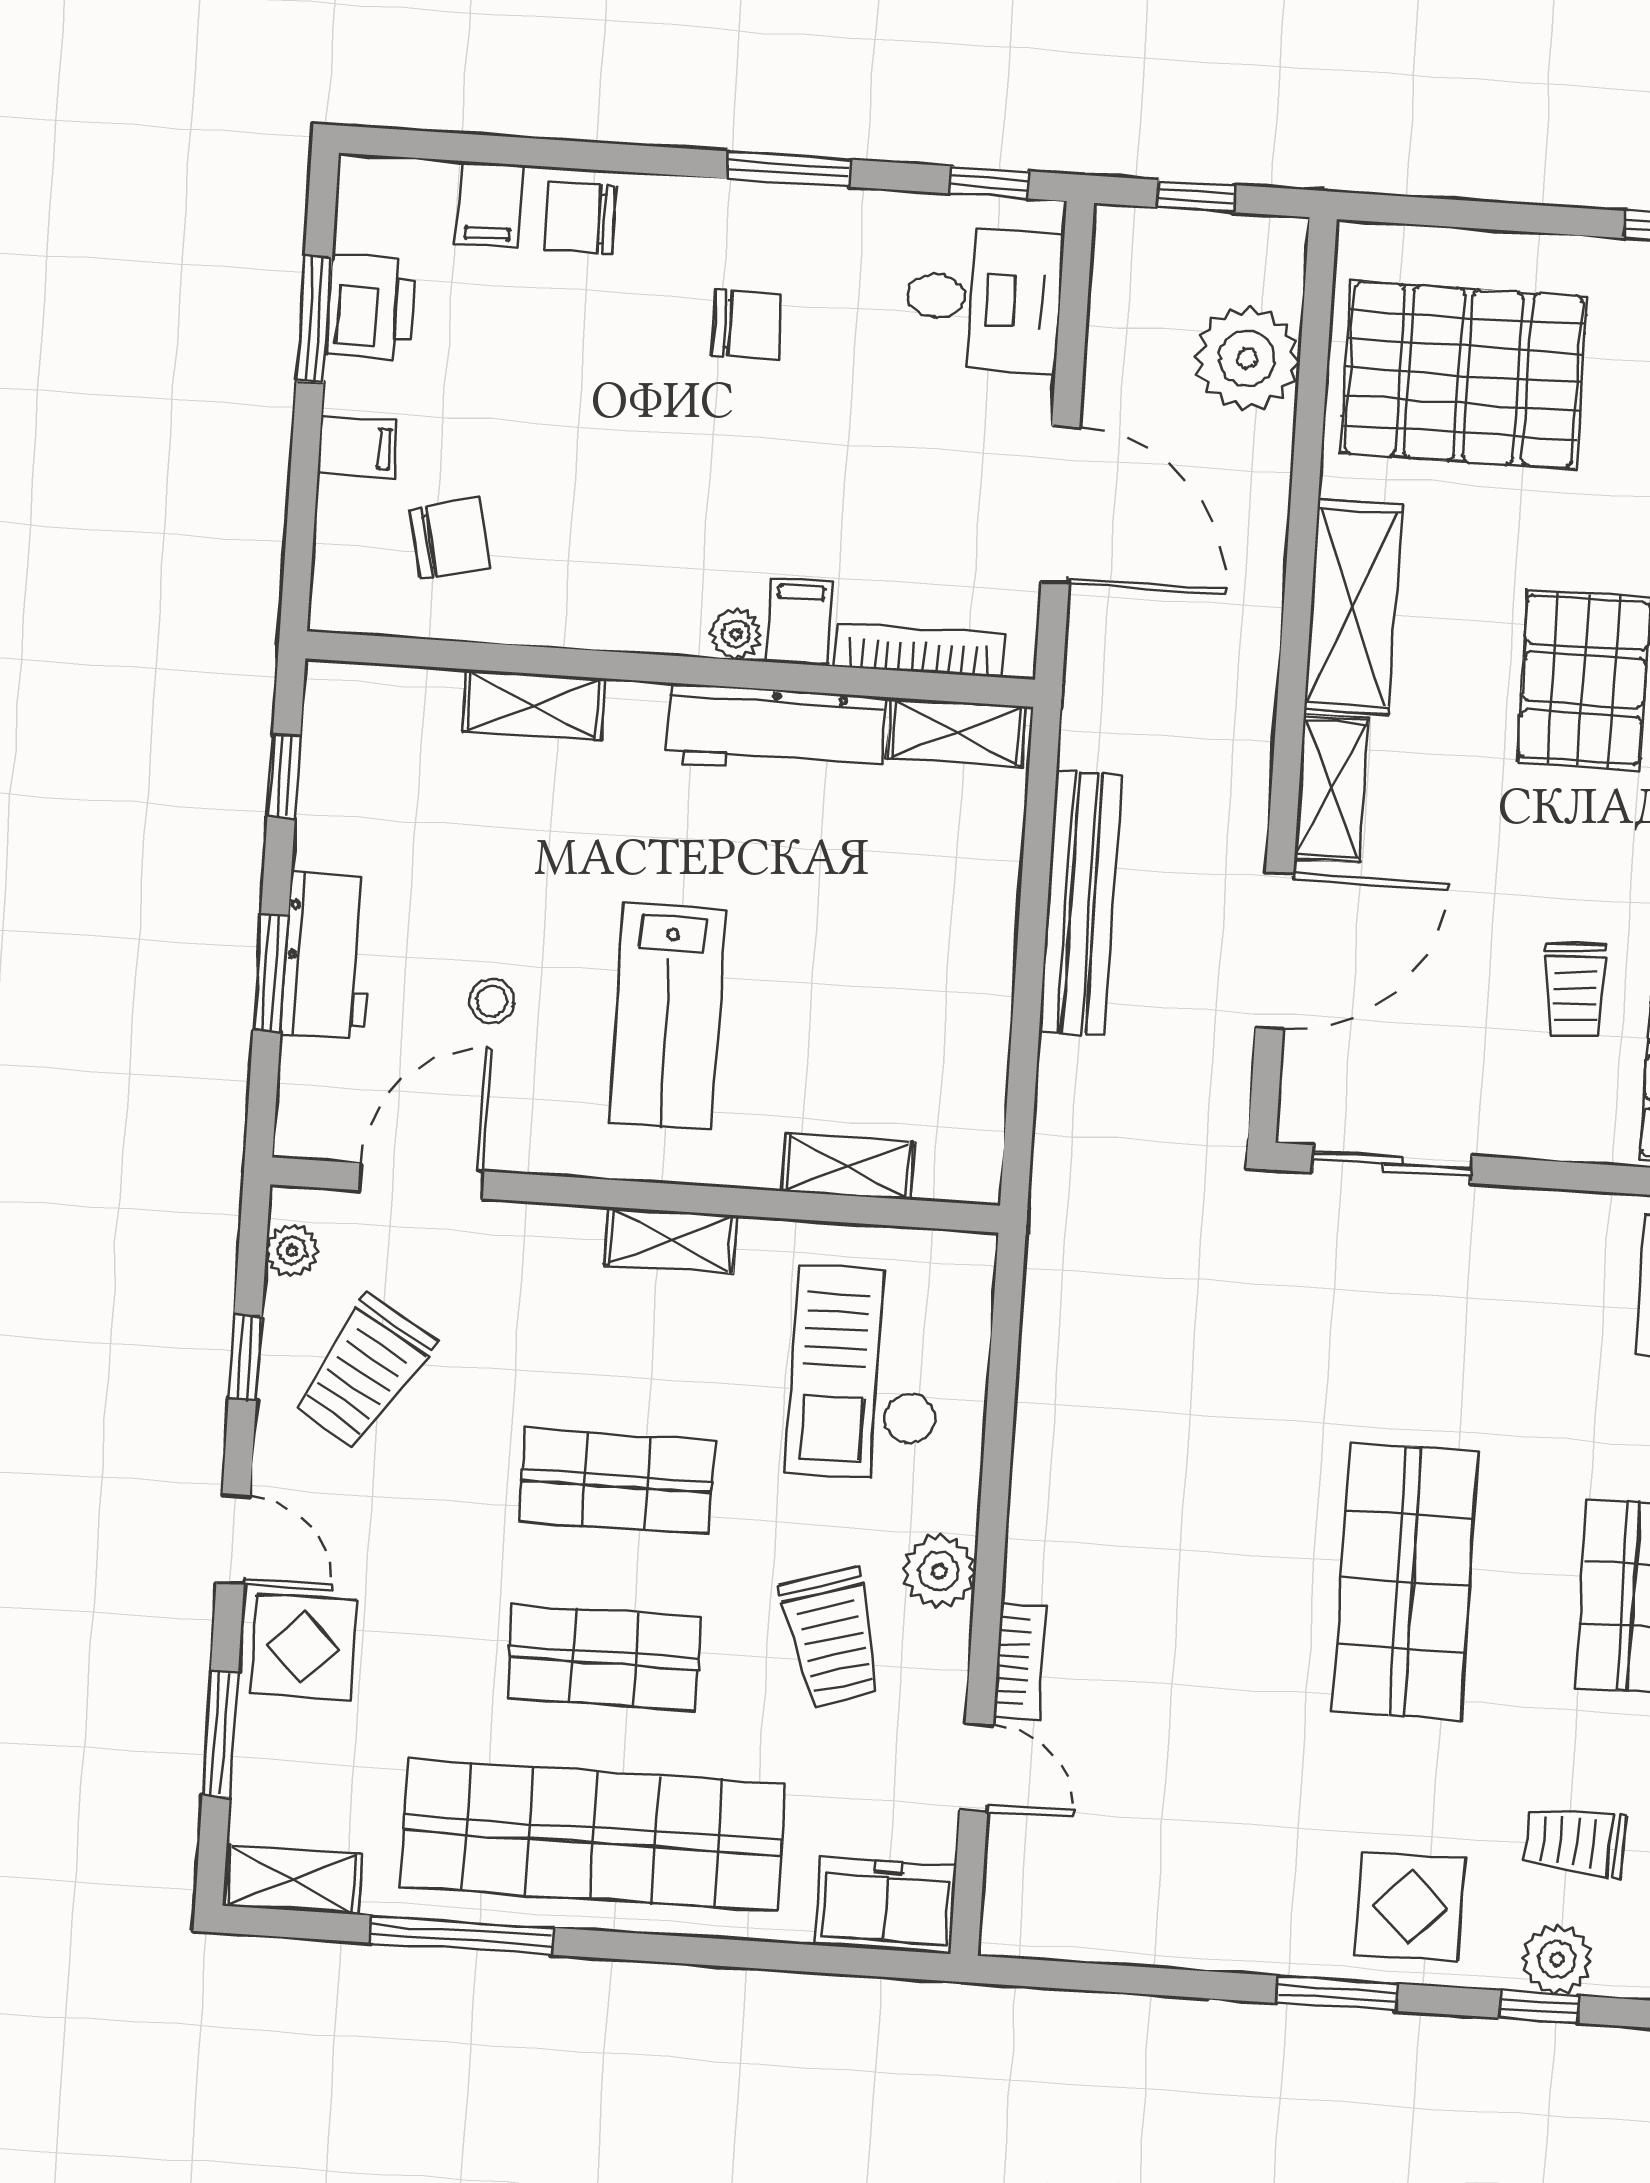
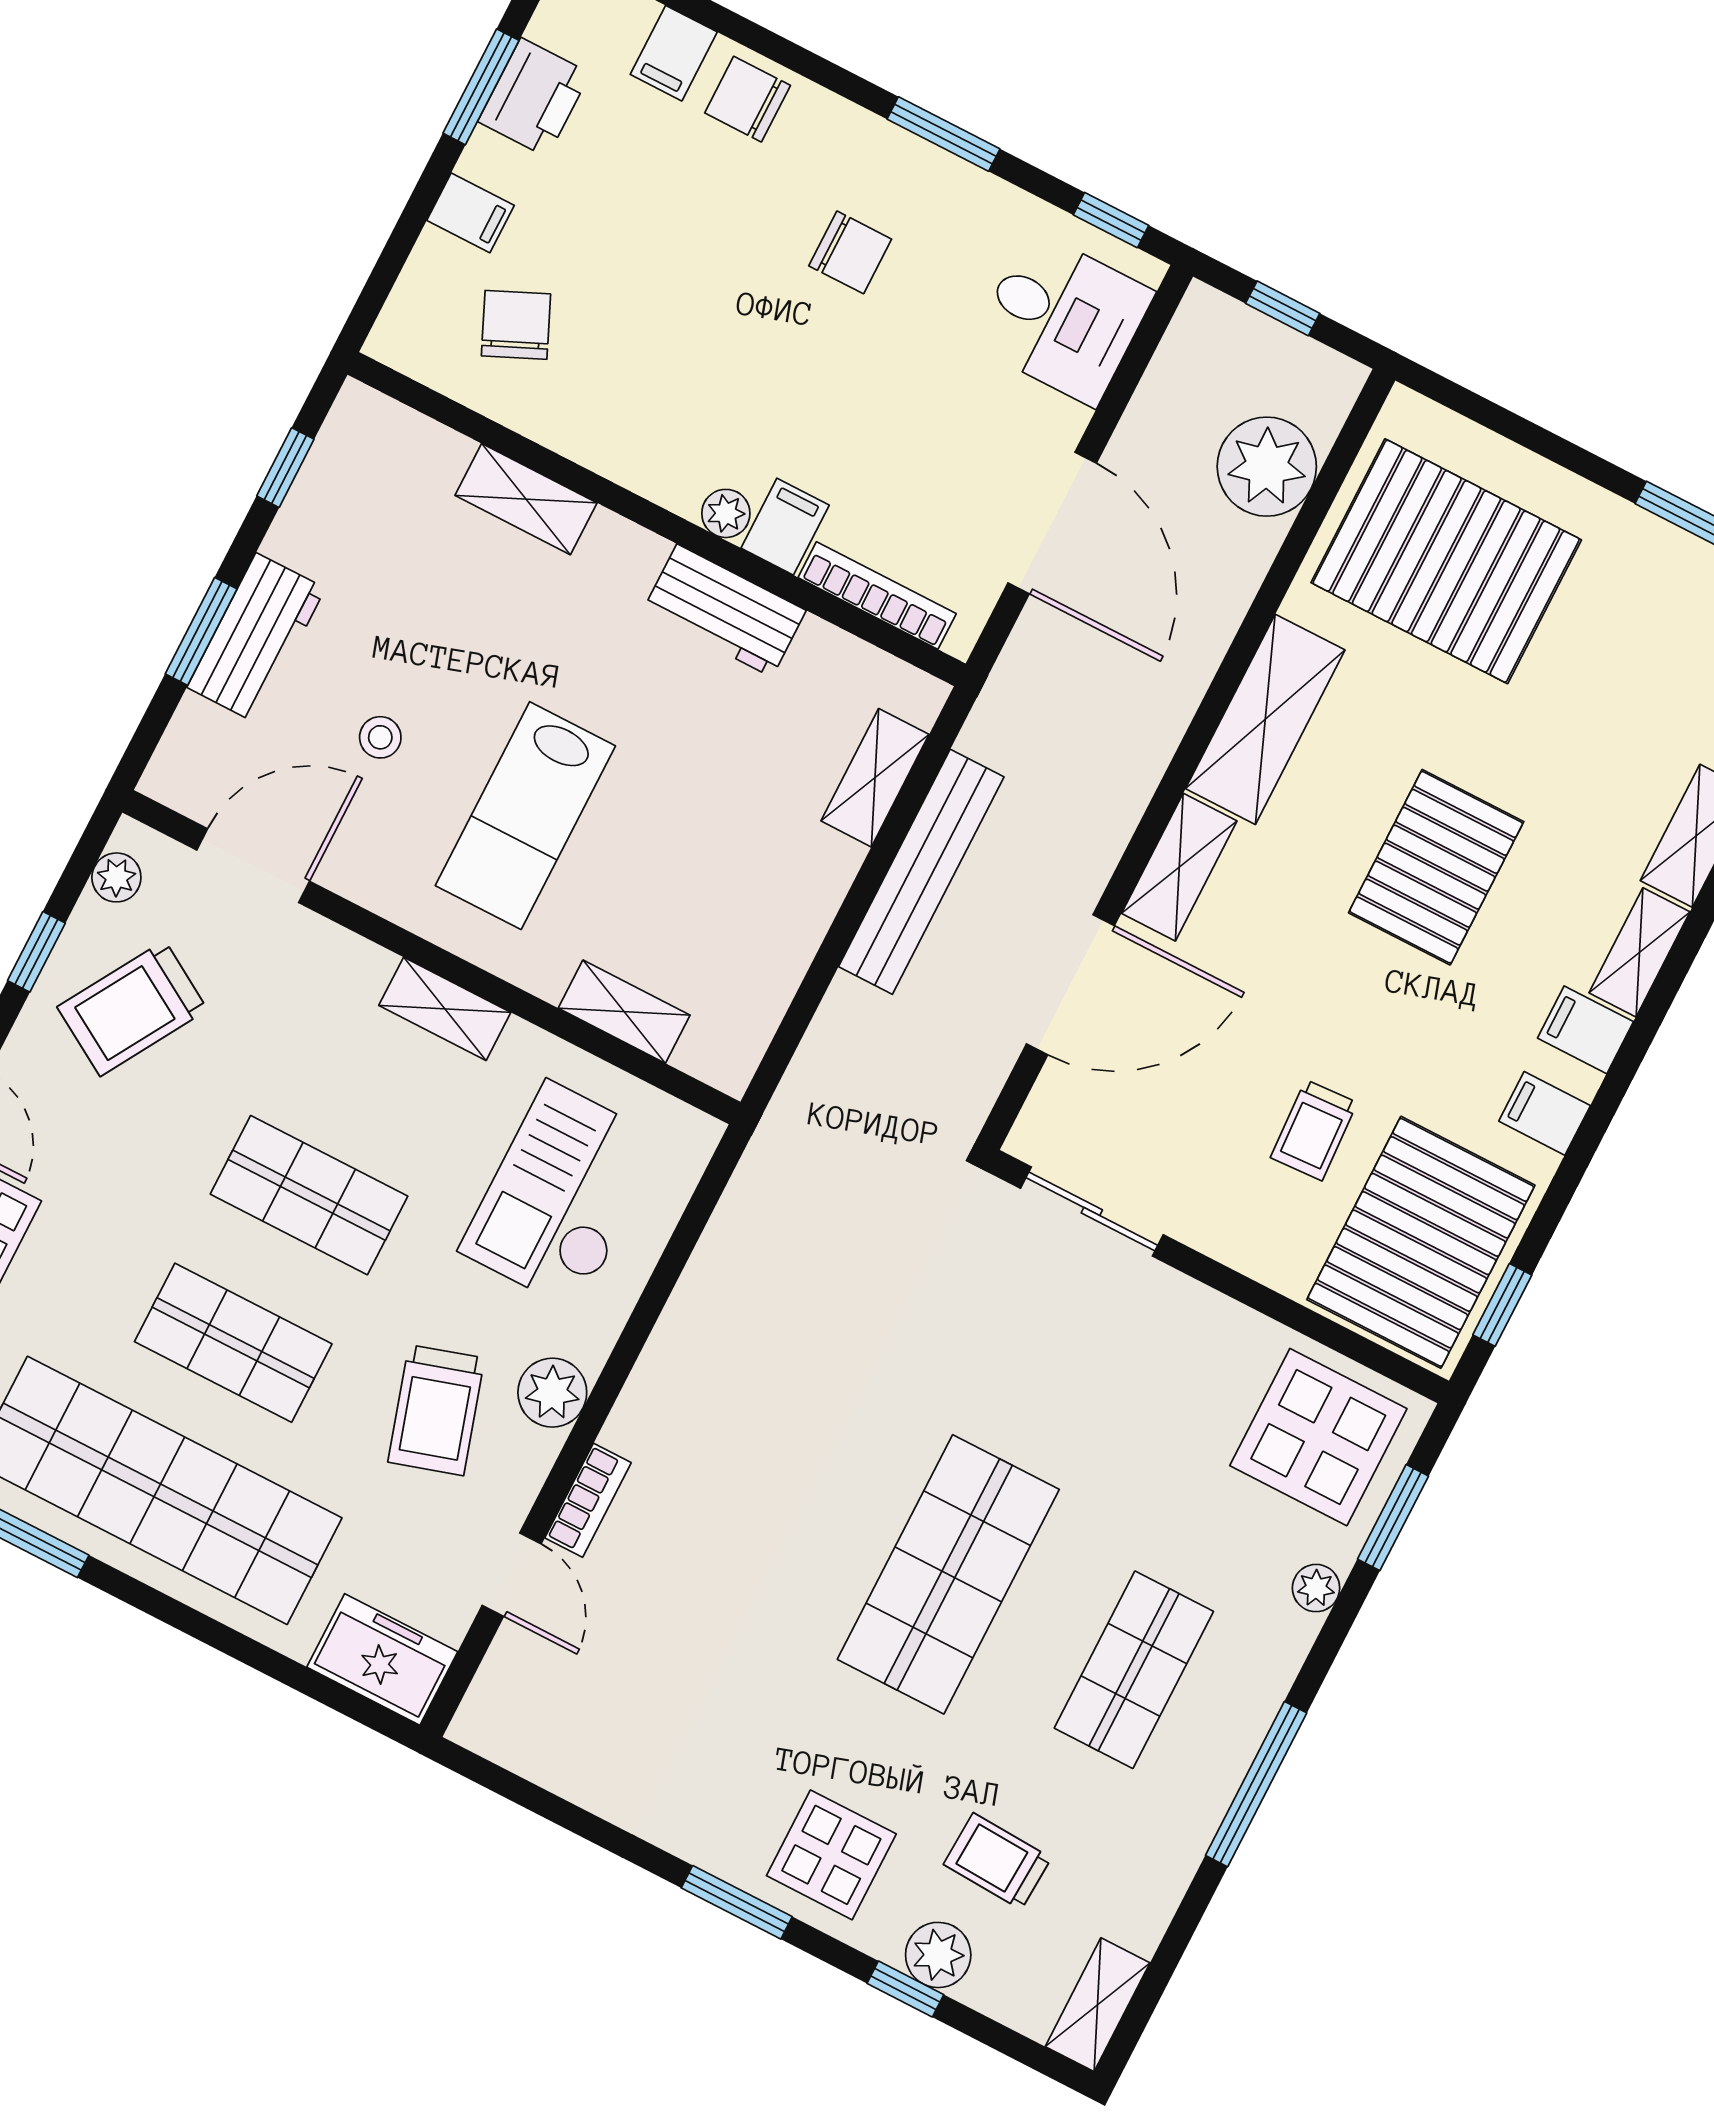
chair: (450, 538) -> (516, 325), turned -101
workbench: (776, 730) -> (724, 611), width x0.73
shelving: (956, 732) -> (875, 778), moved, turned 90

